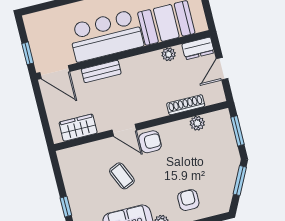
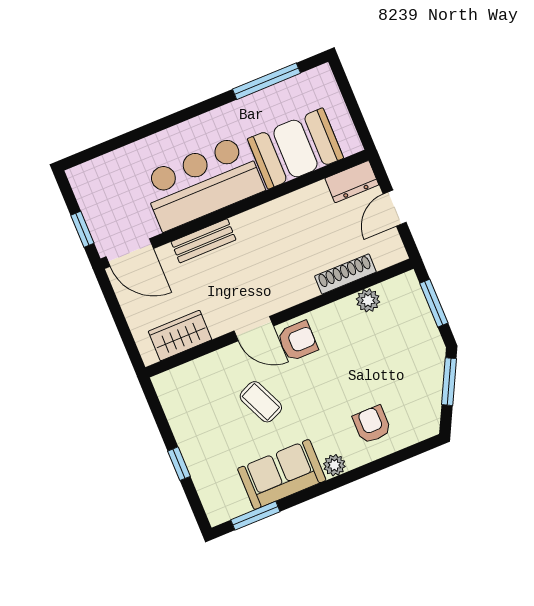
plant: (169, 54) -> (306, 198), removed

